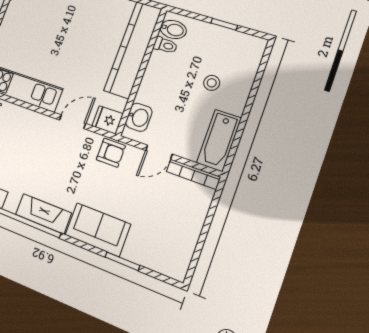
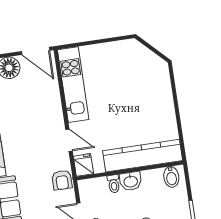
toilet: (165, 45) -> (114, 184), moved
washbasin: (139, 117) -> (131, 181), moved

